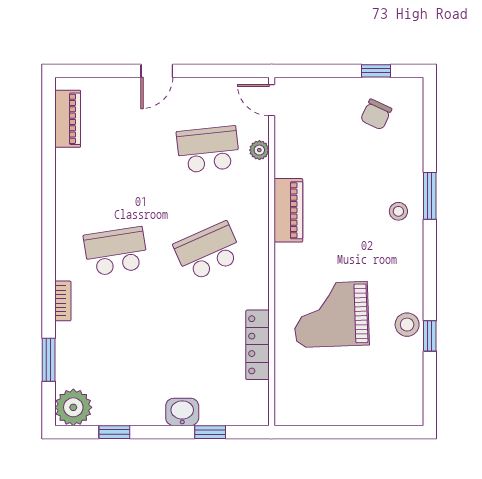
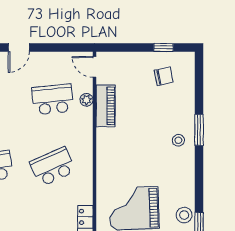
chair: (376, 114) -> (164, 76), turned -127
piano: (288, 210) -> (106, 106), moved

